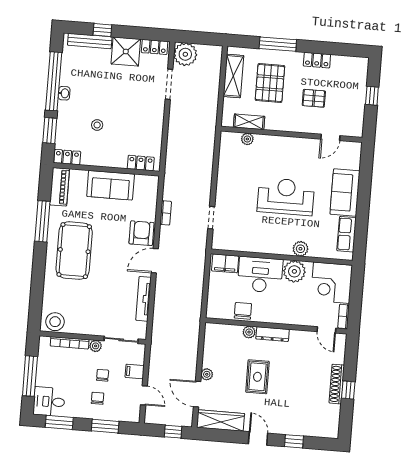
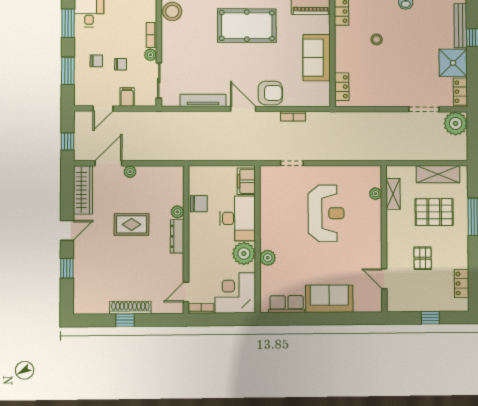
locker: (317, 60) -> (462, 283), moved
reception desk: (286, 197) -> (326, 213), moved
bookcase: (70, 343) -> (152, 35), width x0.64

